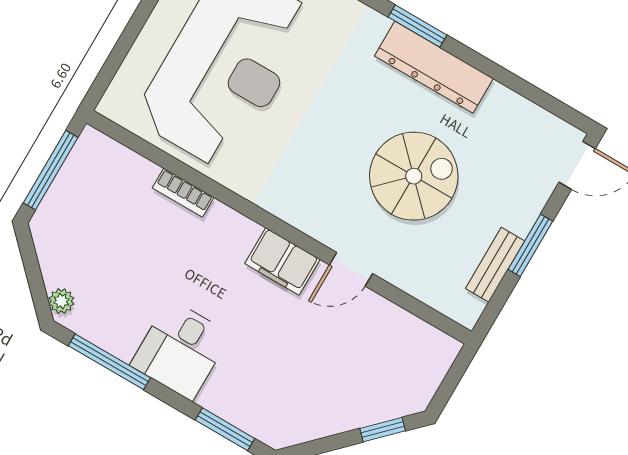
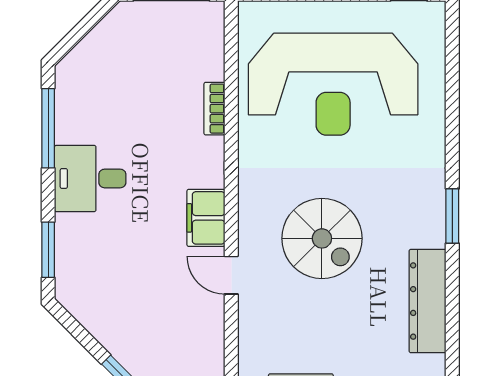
dresser: (434, 67) -> (428, 301), moved
spiral stairs: (414, 176) -> (322, 238), moved
plant: (61, 301) -> (74, 63), removed

